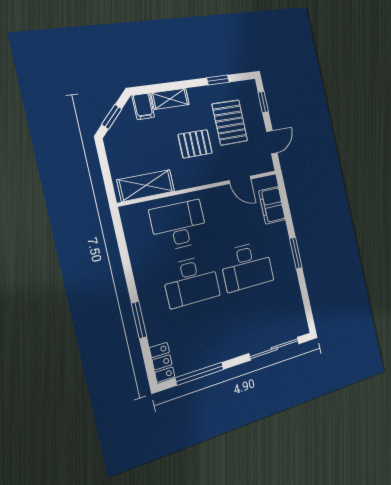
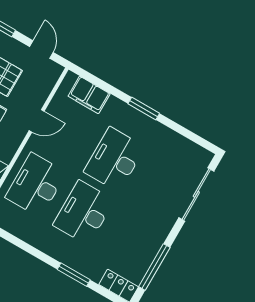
door: (240, 180) -> (37, 121), moved
desk: (247, 266) -> (114, 159), turned 180
desk: (191, 281) -> (84, 213), turned 180

